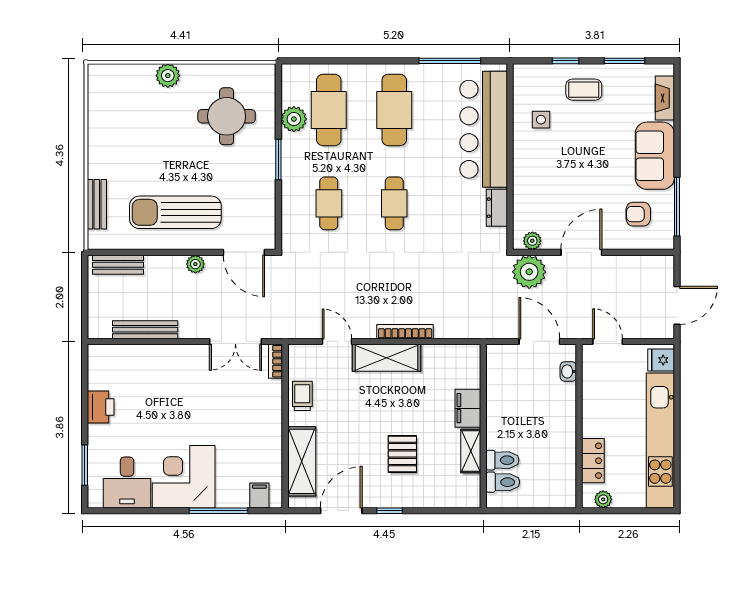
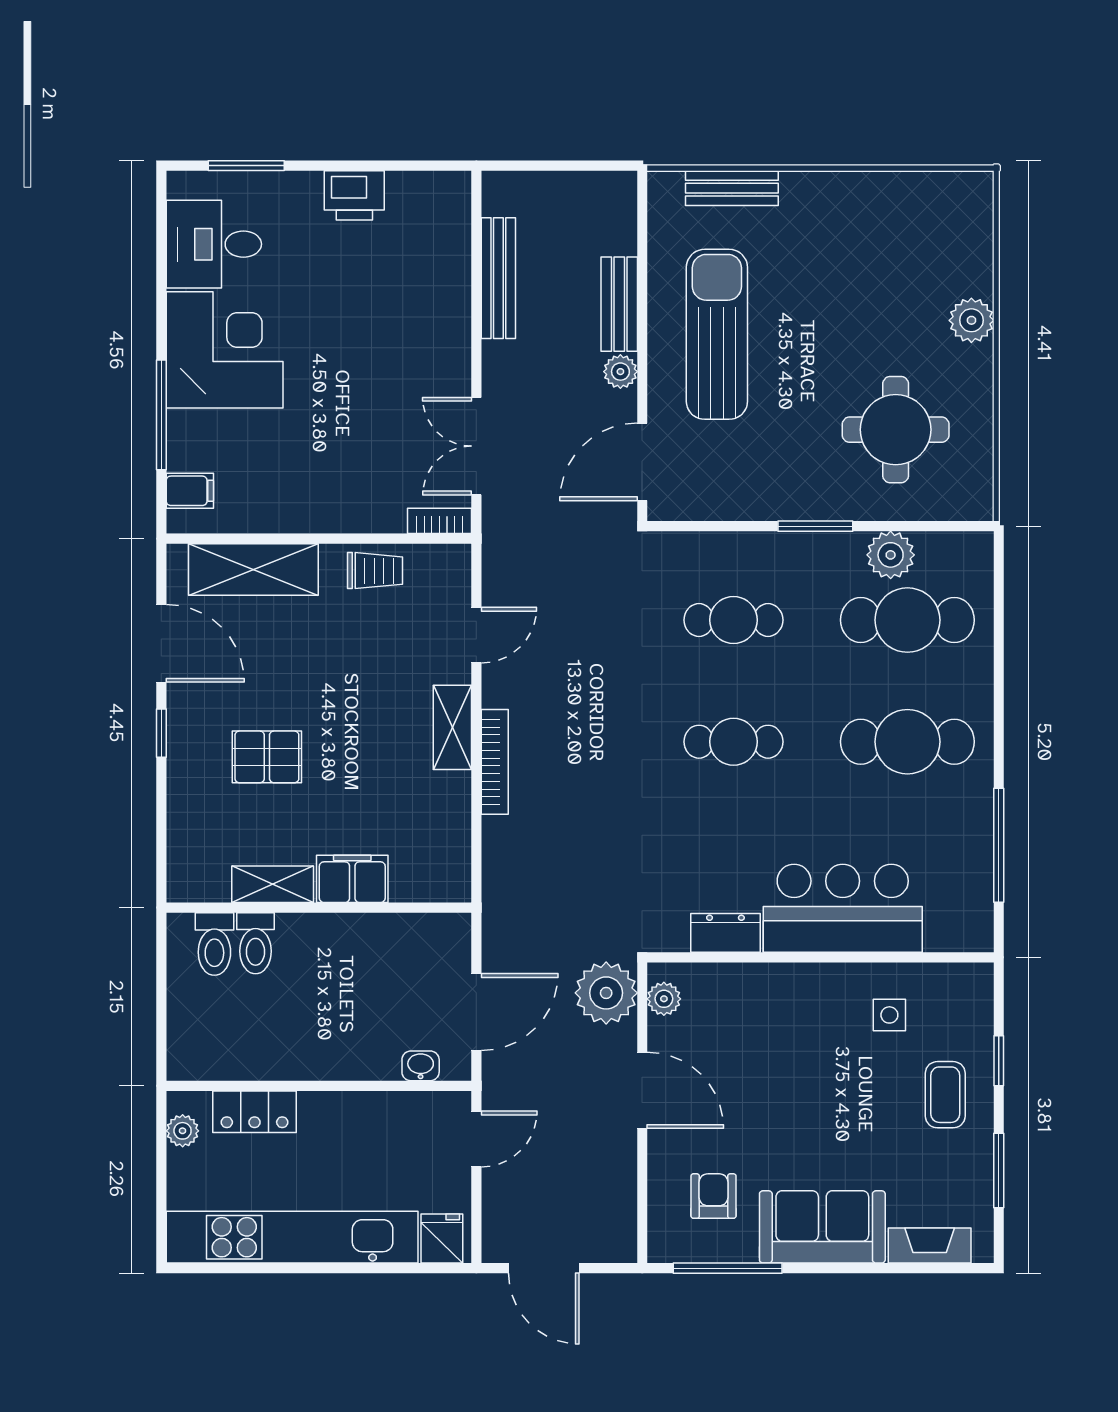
bar counter: (484, 129) -> (843, 908), width x0.73
bench: (118, 265) -> (619, 304), moved
shelving: (386, 358) -> (452, 727), width x0.67, depth x0.75

